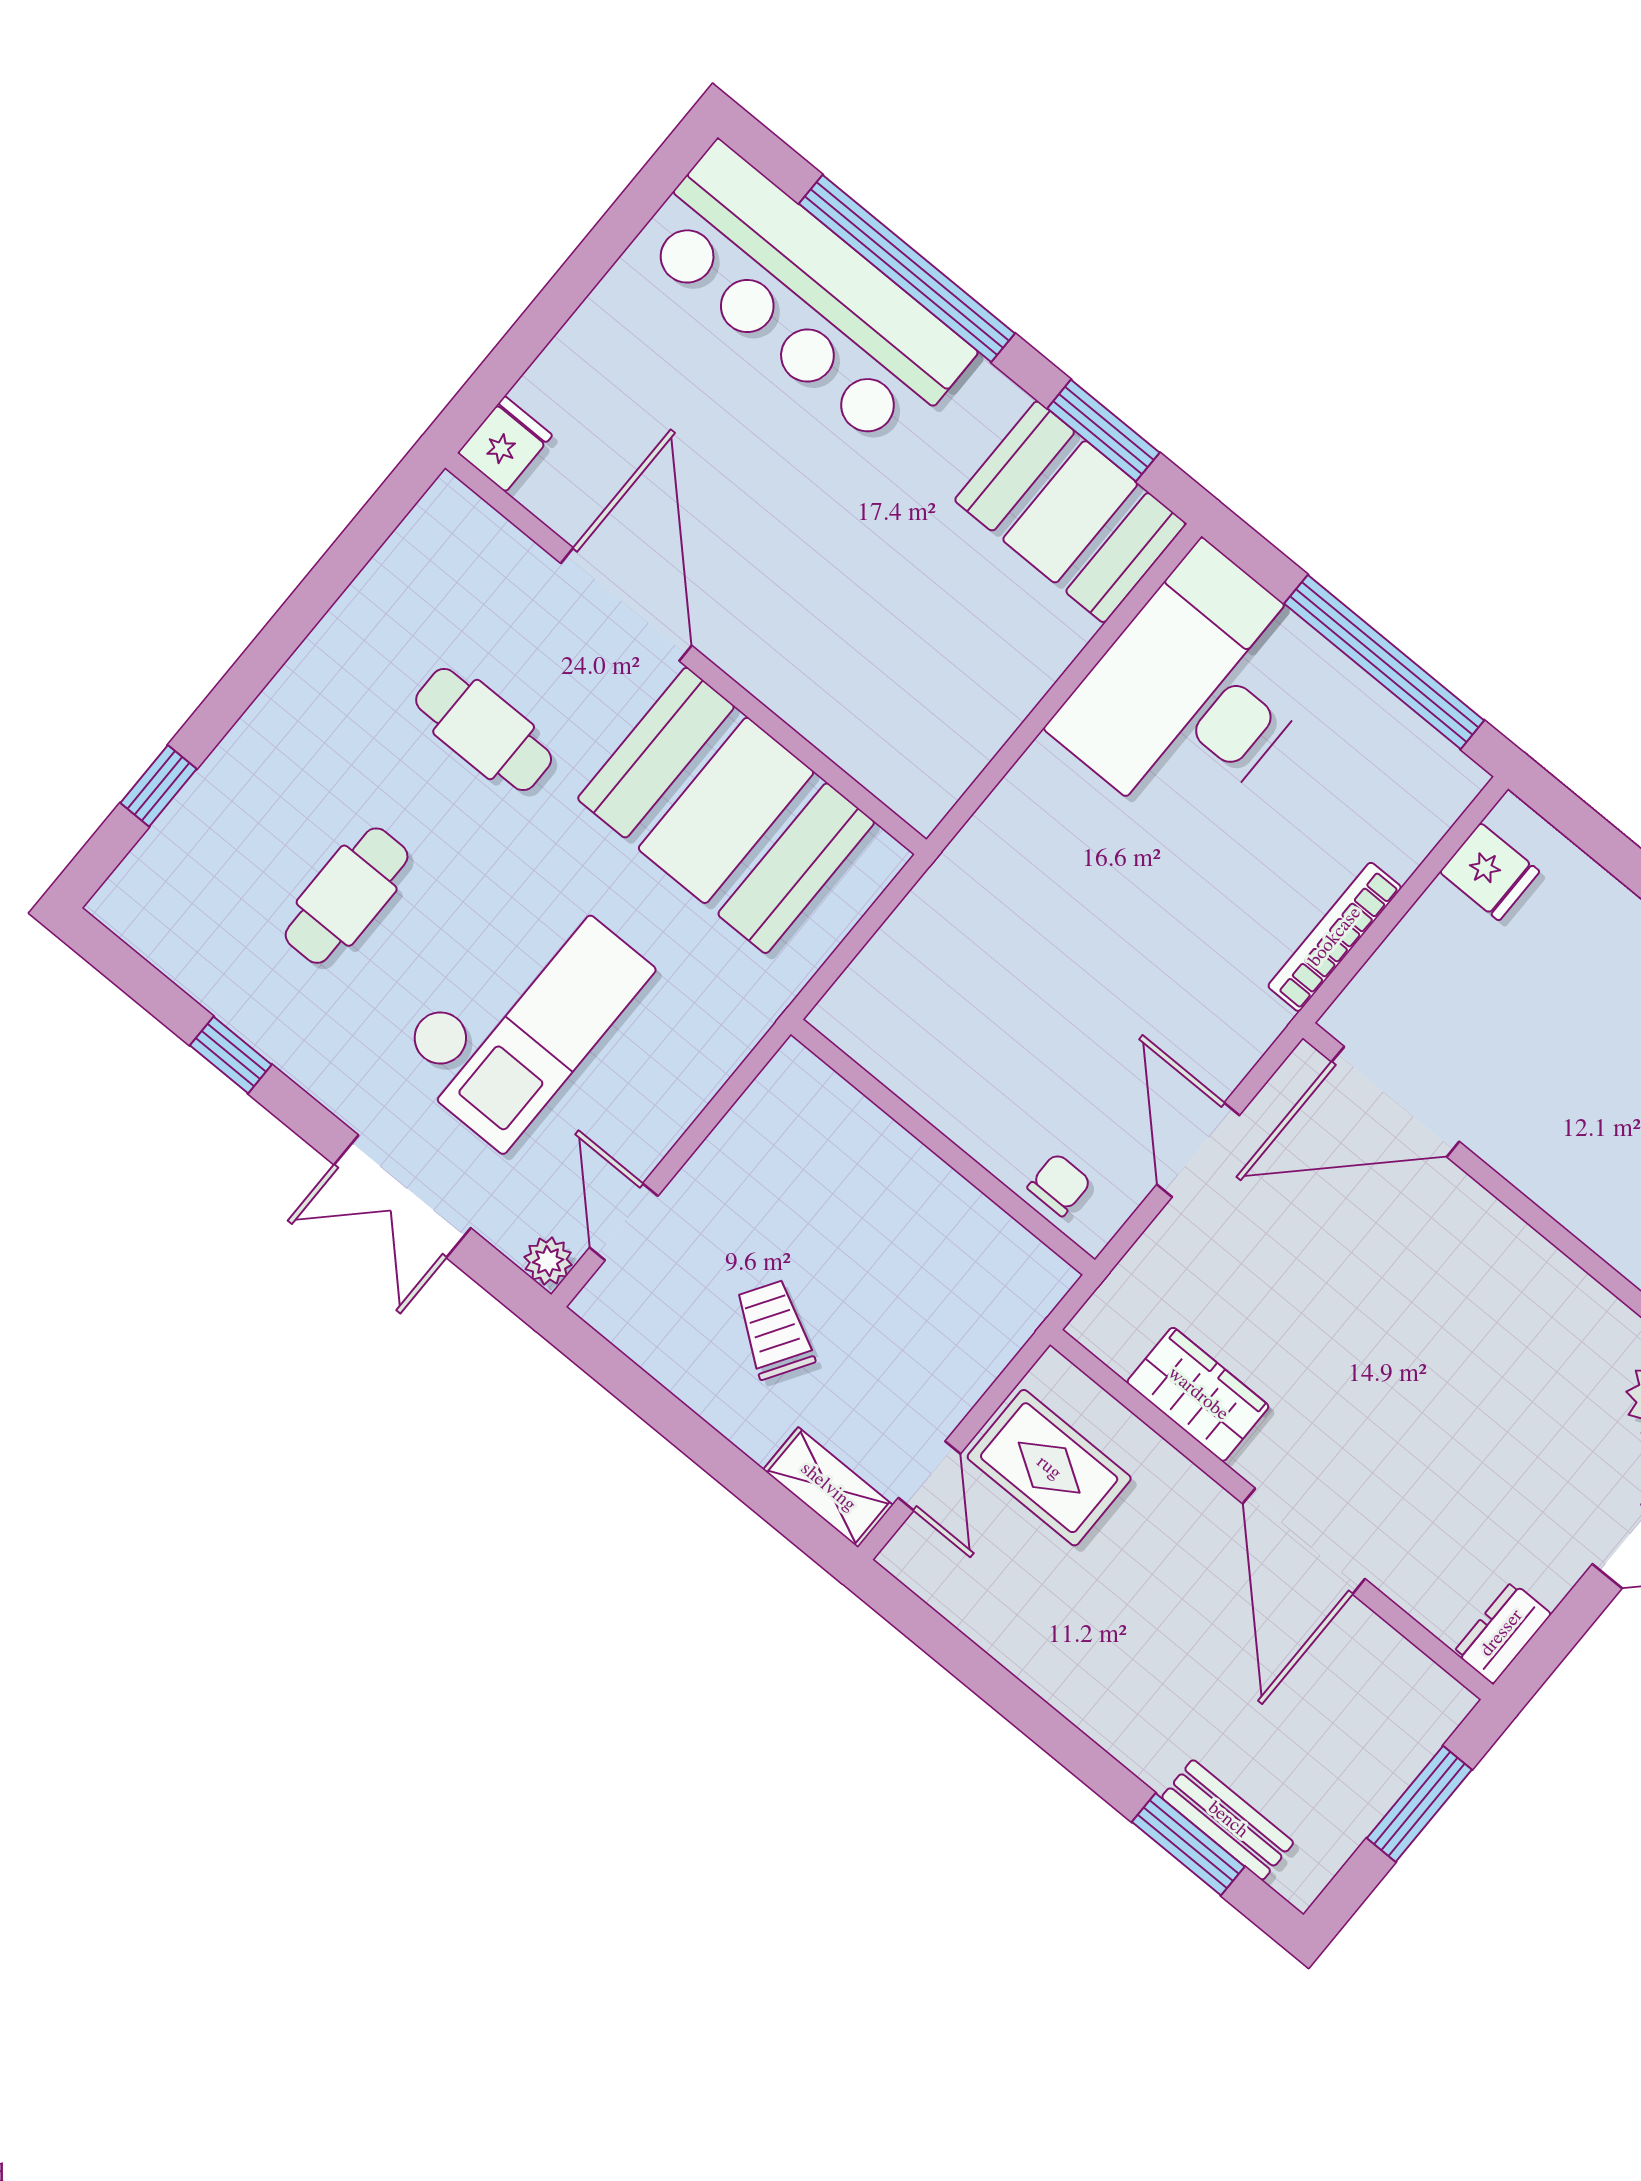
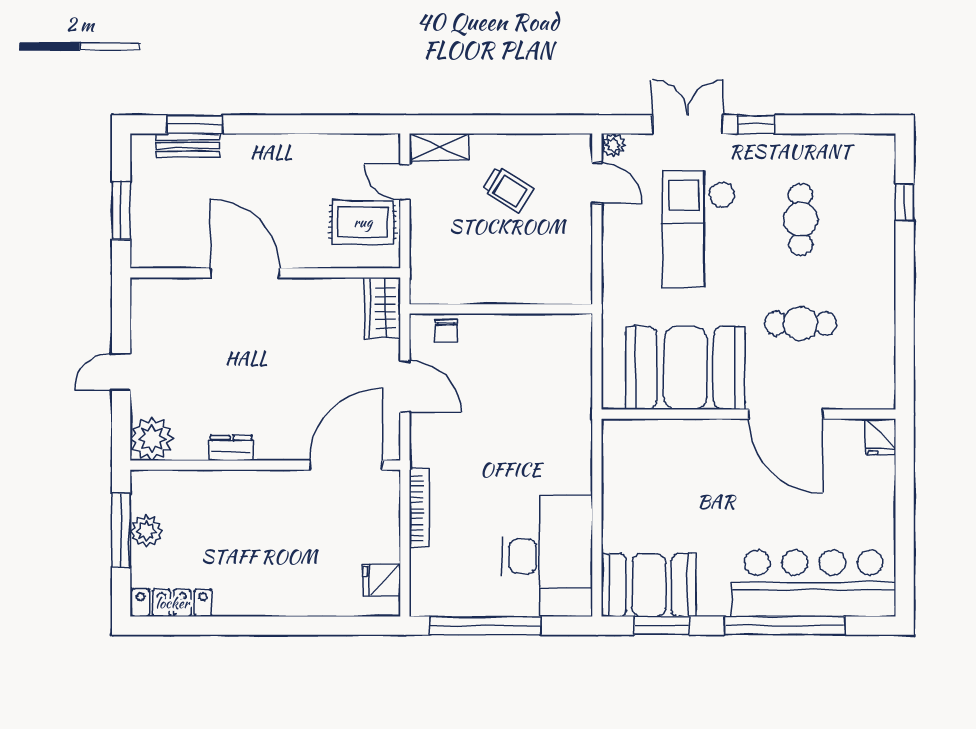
window: (231, 1055) -> (756, 124), moved
wardrobe: (1198, 1394) -> (383, 308), moved, turned 90
dresser: (1502, 1633) -> (231, 448), moved, turned -90

